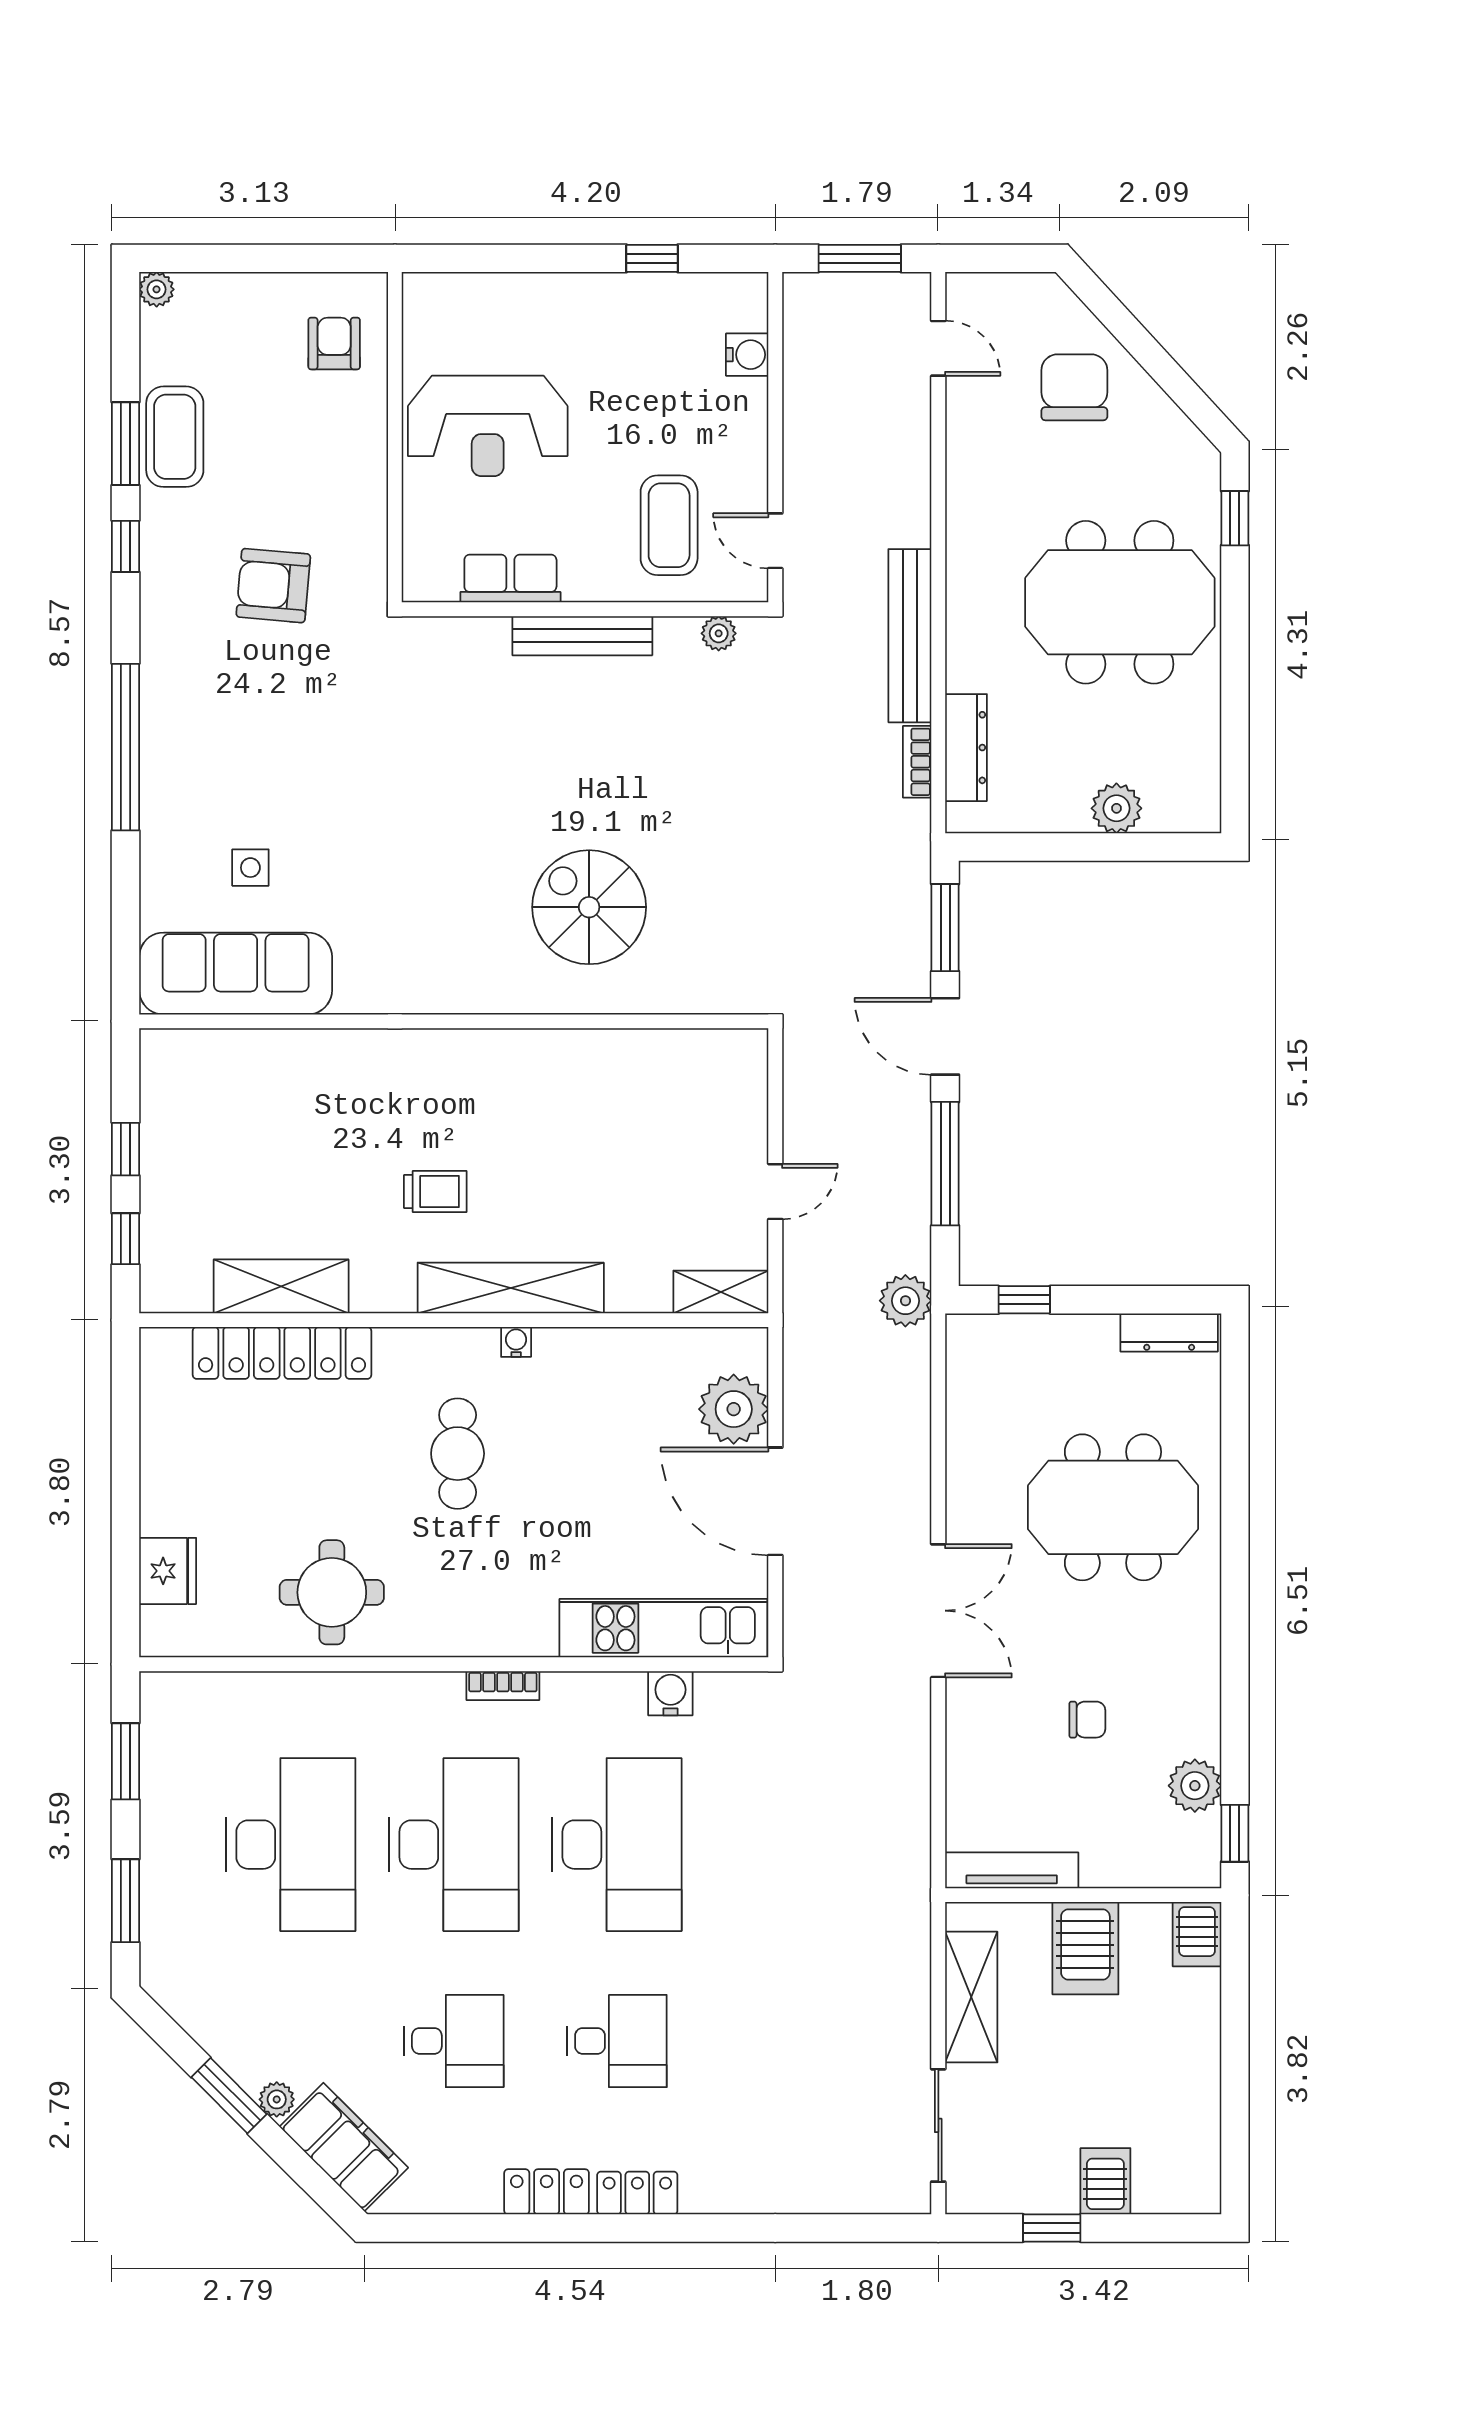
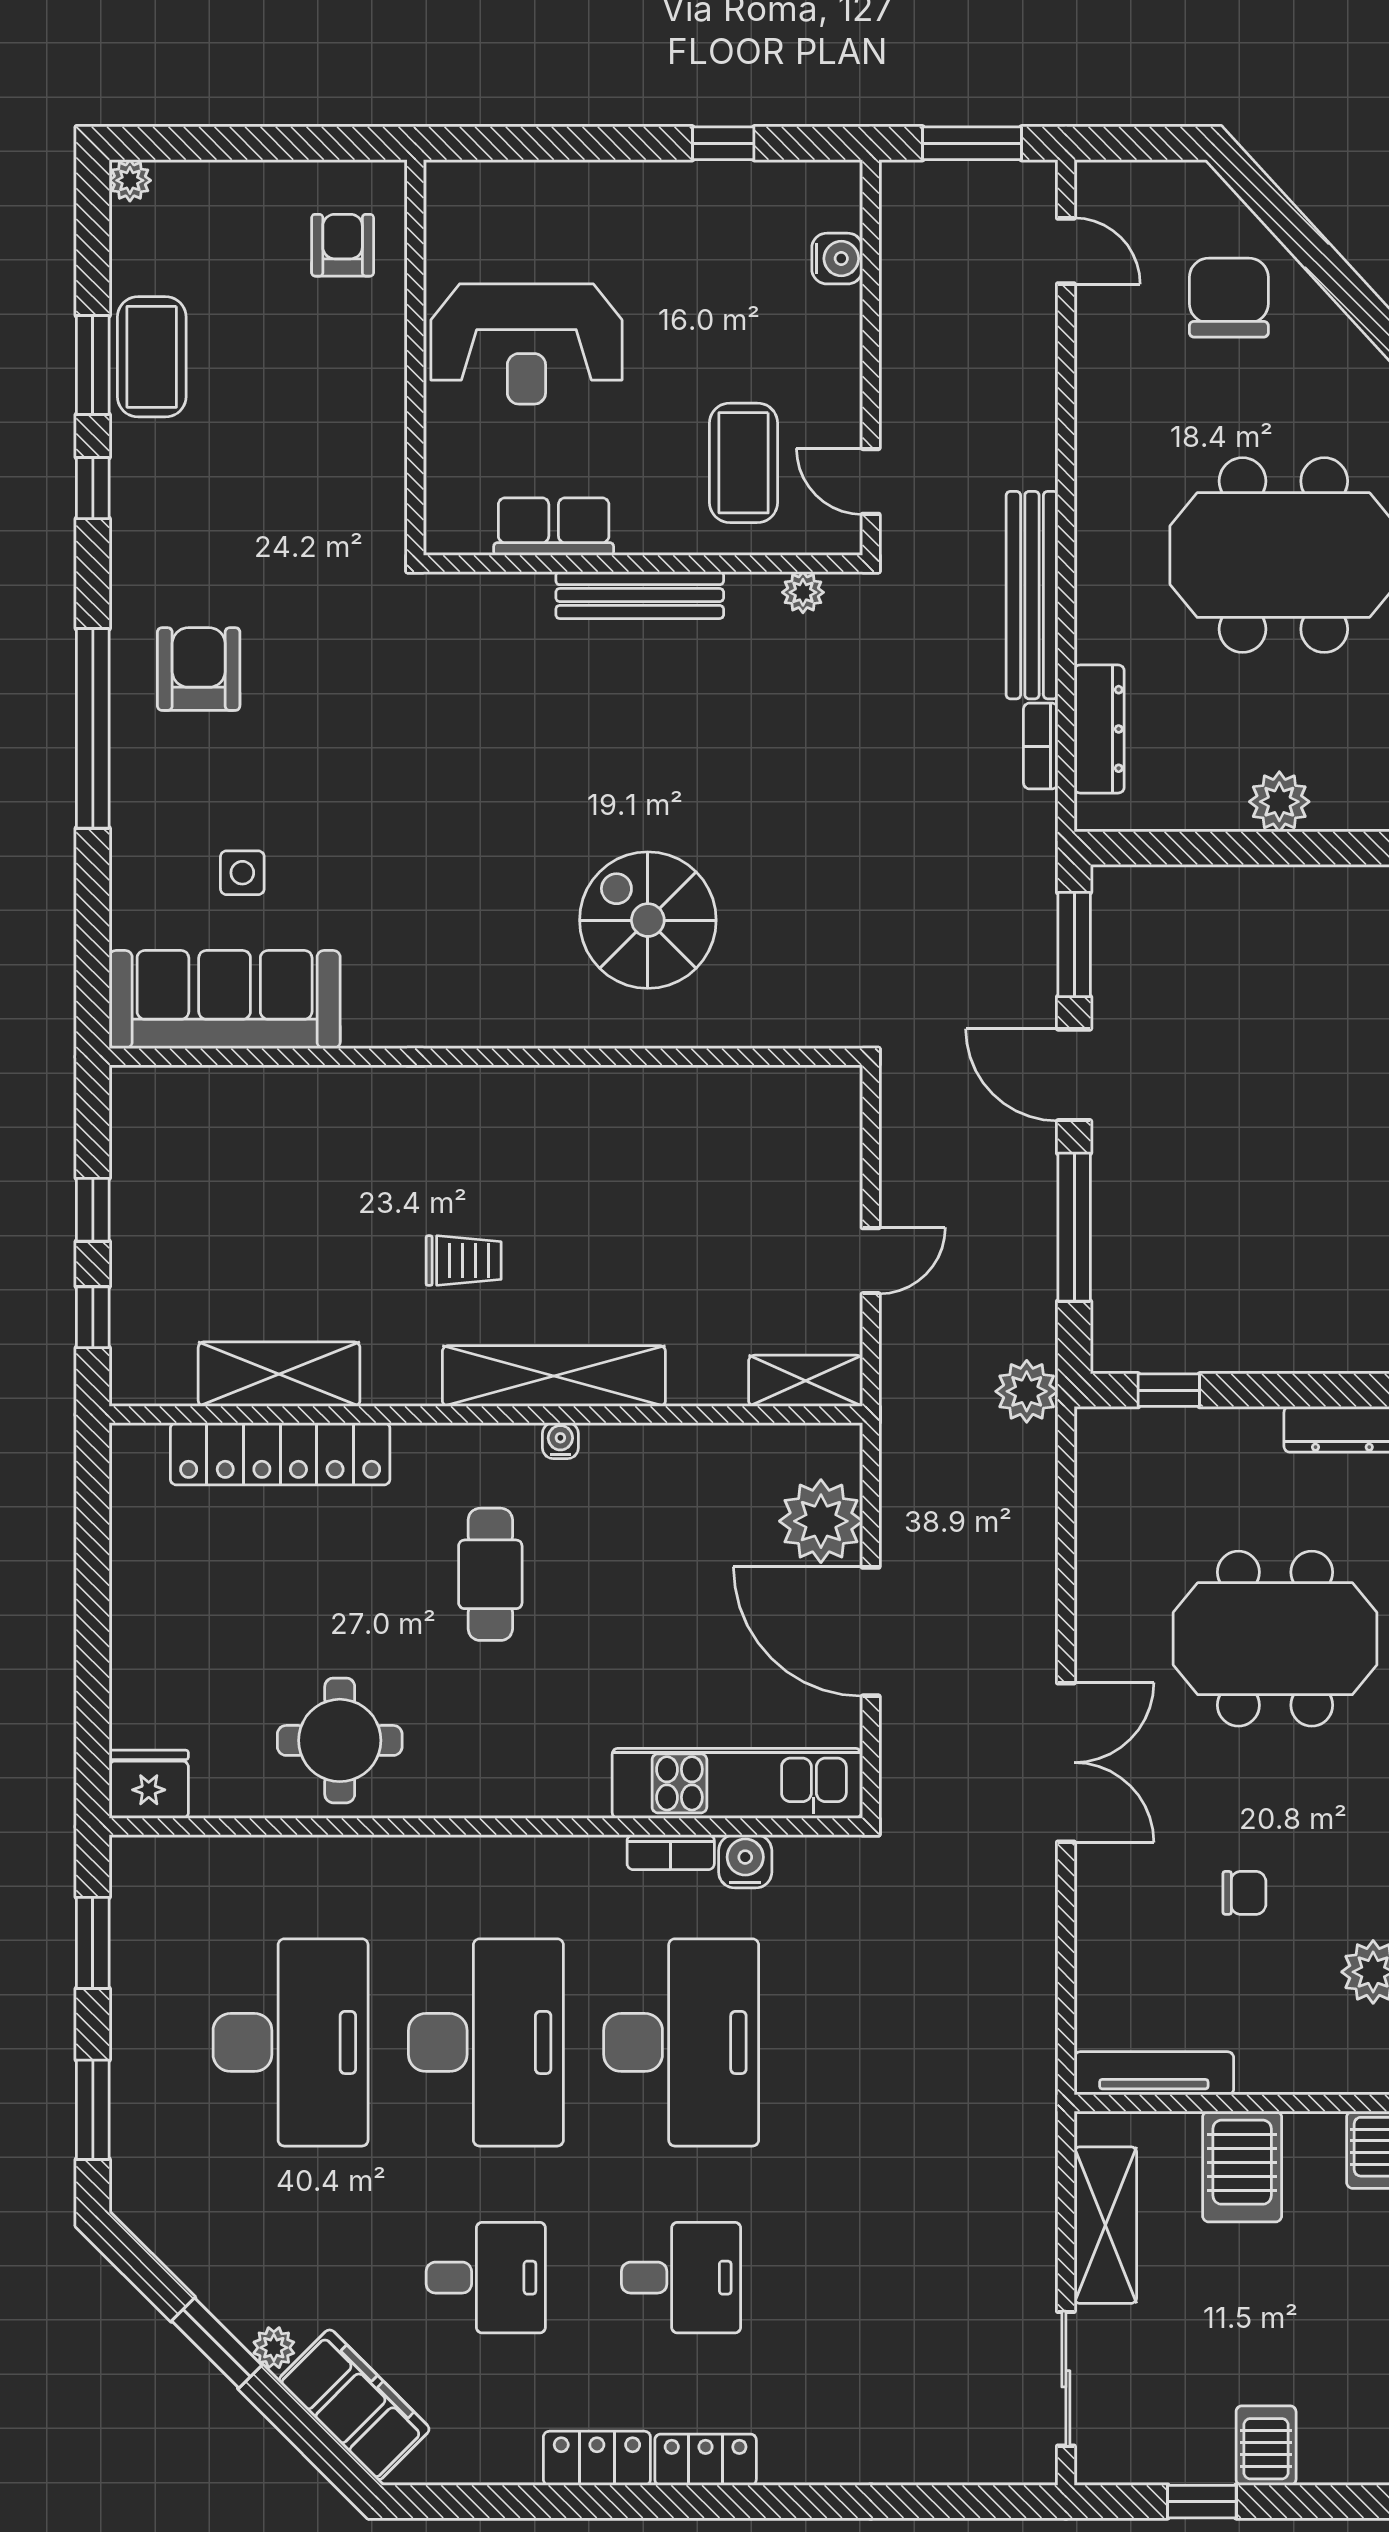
armchair: (273, 586) -> (199, 669), moved, turned 85
fridge: (168, 1571) -> (149, 1784), moved, turned -90
bookcase: (503, 1686) -> (671, 1852), moved

